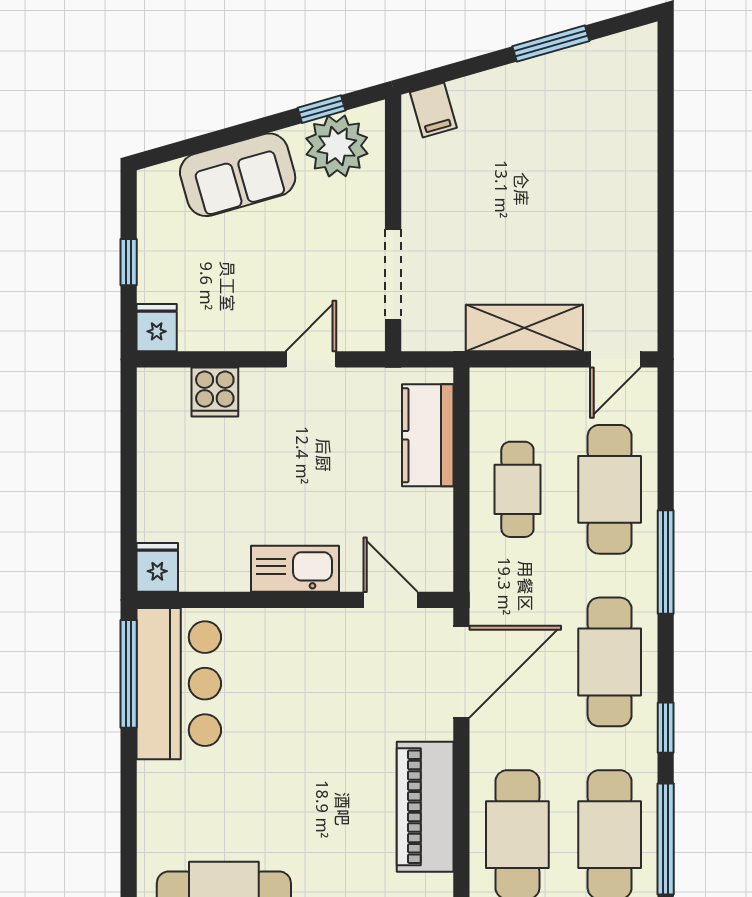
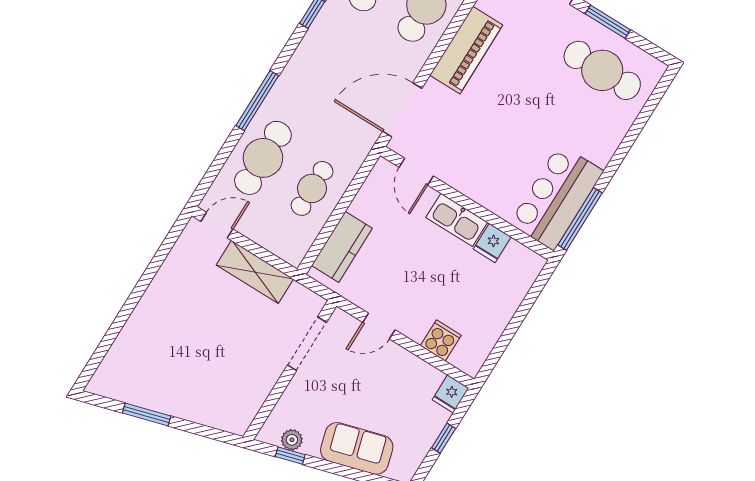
filing cabinet: (433, 110) -> (231, 418), removed
plant: (337, 146) -> (292, 440), width x0.53, depth x0.53
fridge: (157, 567) -> (492, 243), moved
cafe table: (610, 662) -> (320, 66), removed

